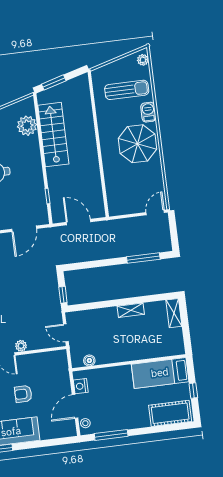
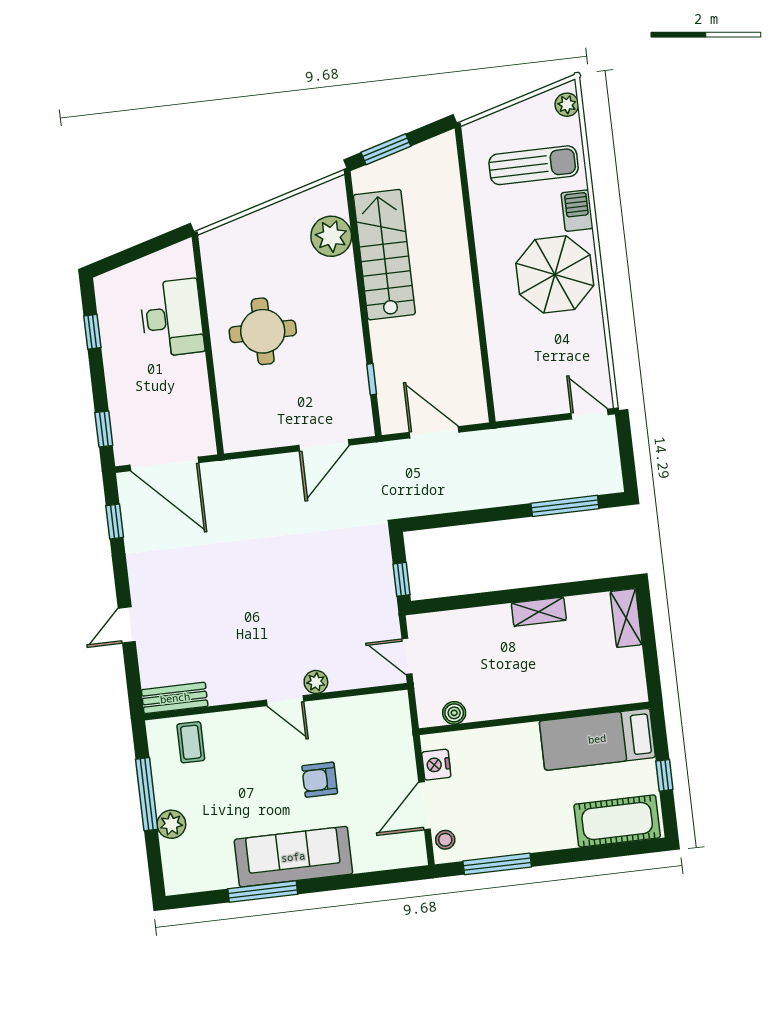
door: (155, 213) -> (590, 414), hinge flipped

